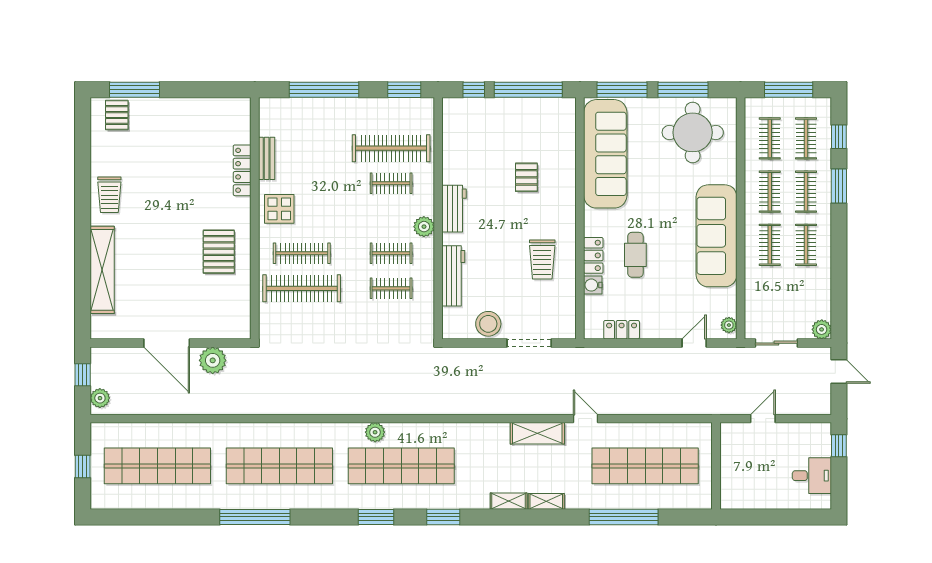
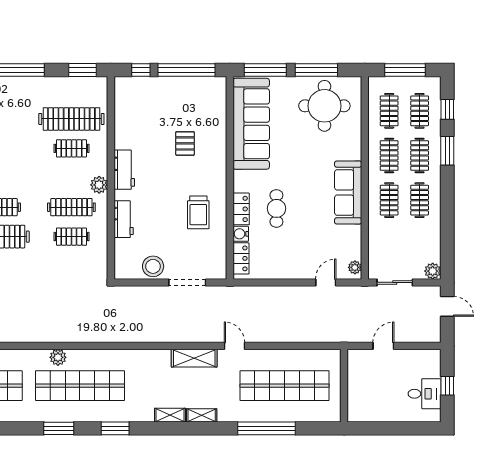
sofa: (717, 236) -> (348, 193), width x0.74, depth x0.79
clothes rail: (391, 253) -> (71, 207), width x1.36
workbench: (453, 276) -> (124, 219), width x0.73
locker: (622, 330) -> (241, 258), moved, turned 90
window: (839, 446) -> (447, 386), moved

